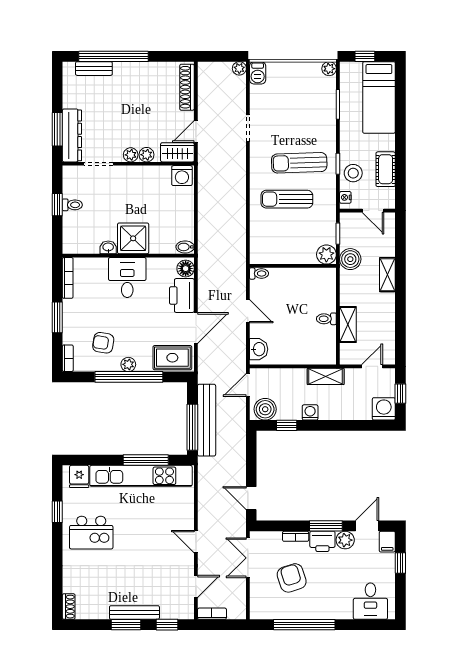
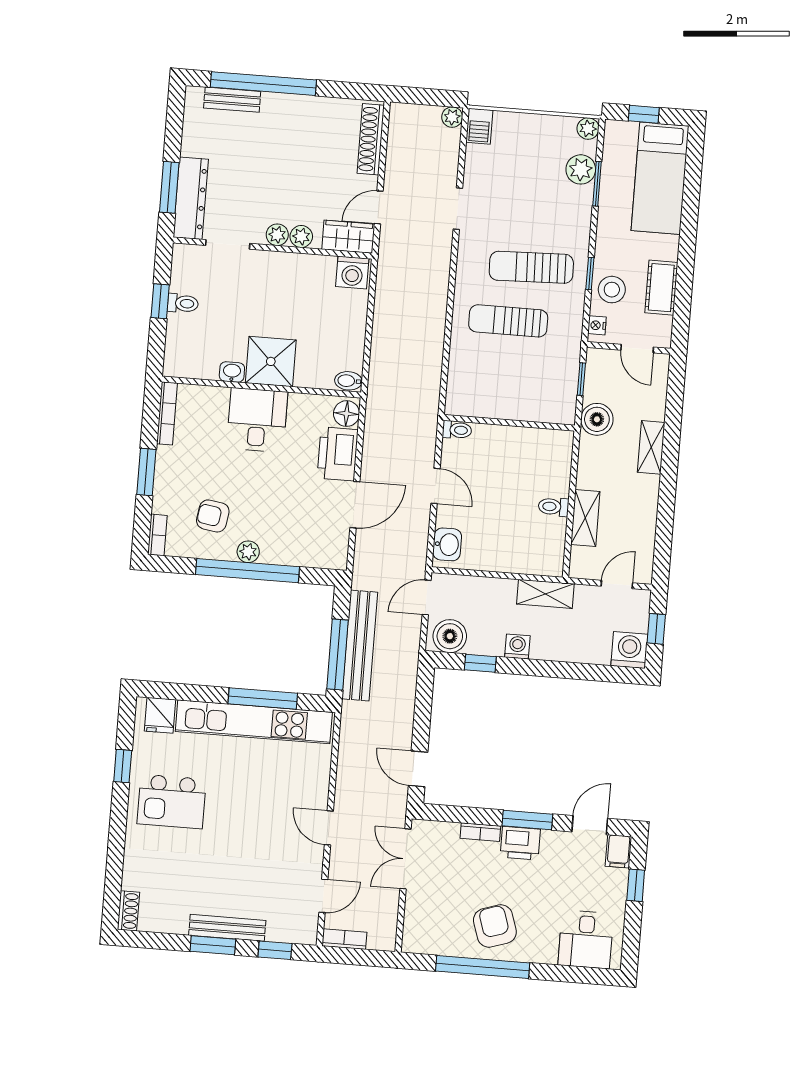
plant: (326, 255) -> (581, 169), moved
rug: (172, 358) -> (316, 547), removed
plant: (345, 540) -> (555, 844), removed
armchair: (292, 578) -> (495, 926), moved

